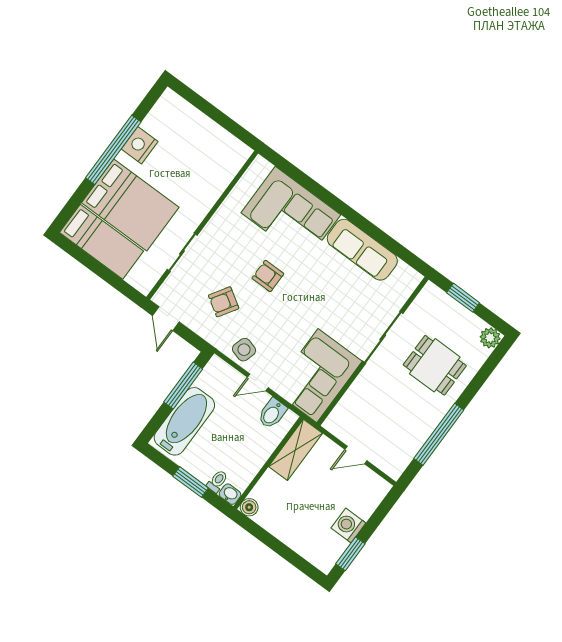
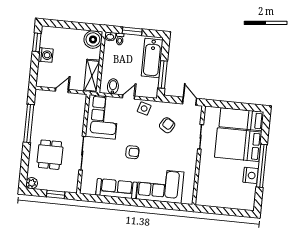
armchair: (268, 276) -> (132, 152), moved
dining table: (435, 365) -> (50, 155), turned 90
boiler: (249, 507) -> (93, 39), width x1.86, depth x1.86

